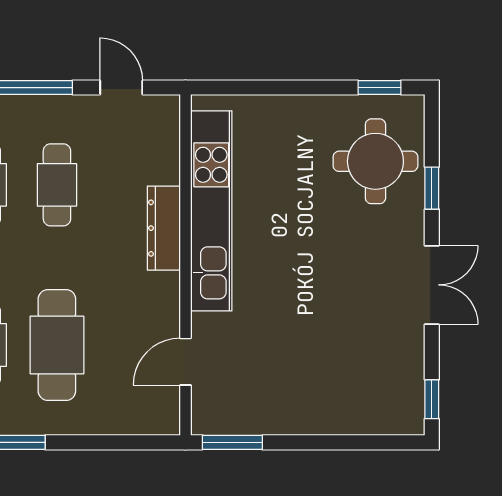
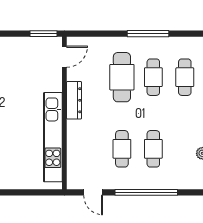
dresser: (164, 228) -> (74, 100), moved
door: (185, 362) -> (64, 57), moved

